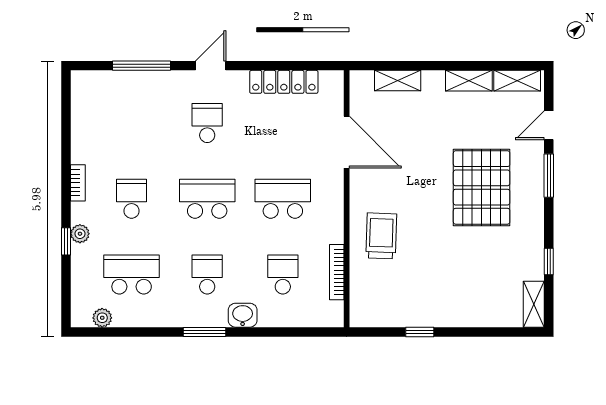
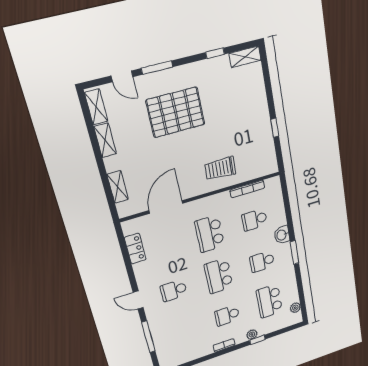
locker: (284, 82) -> (135, 249), width x0.66

